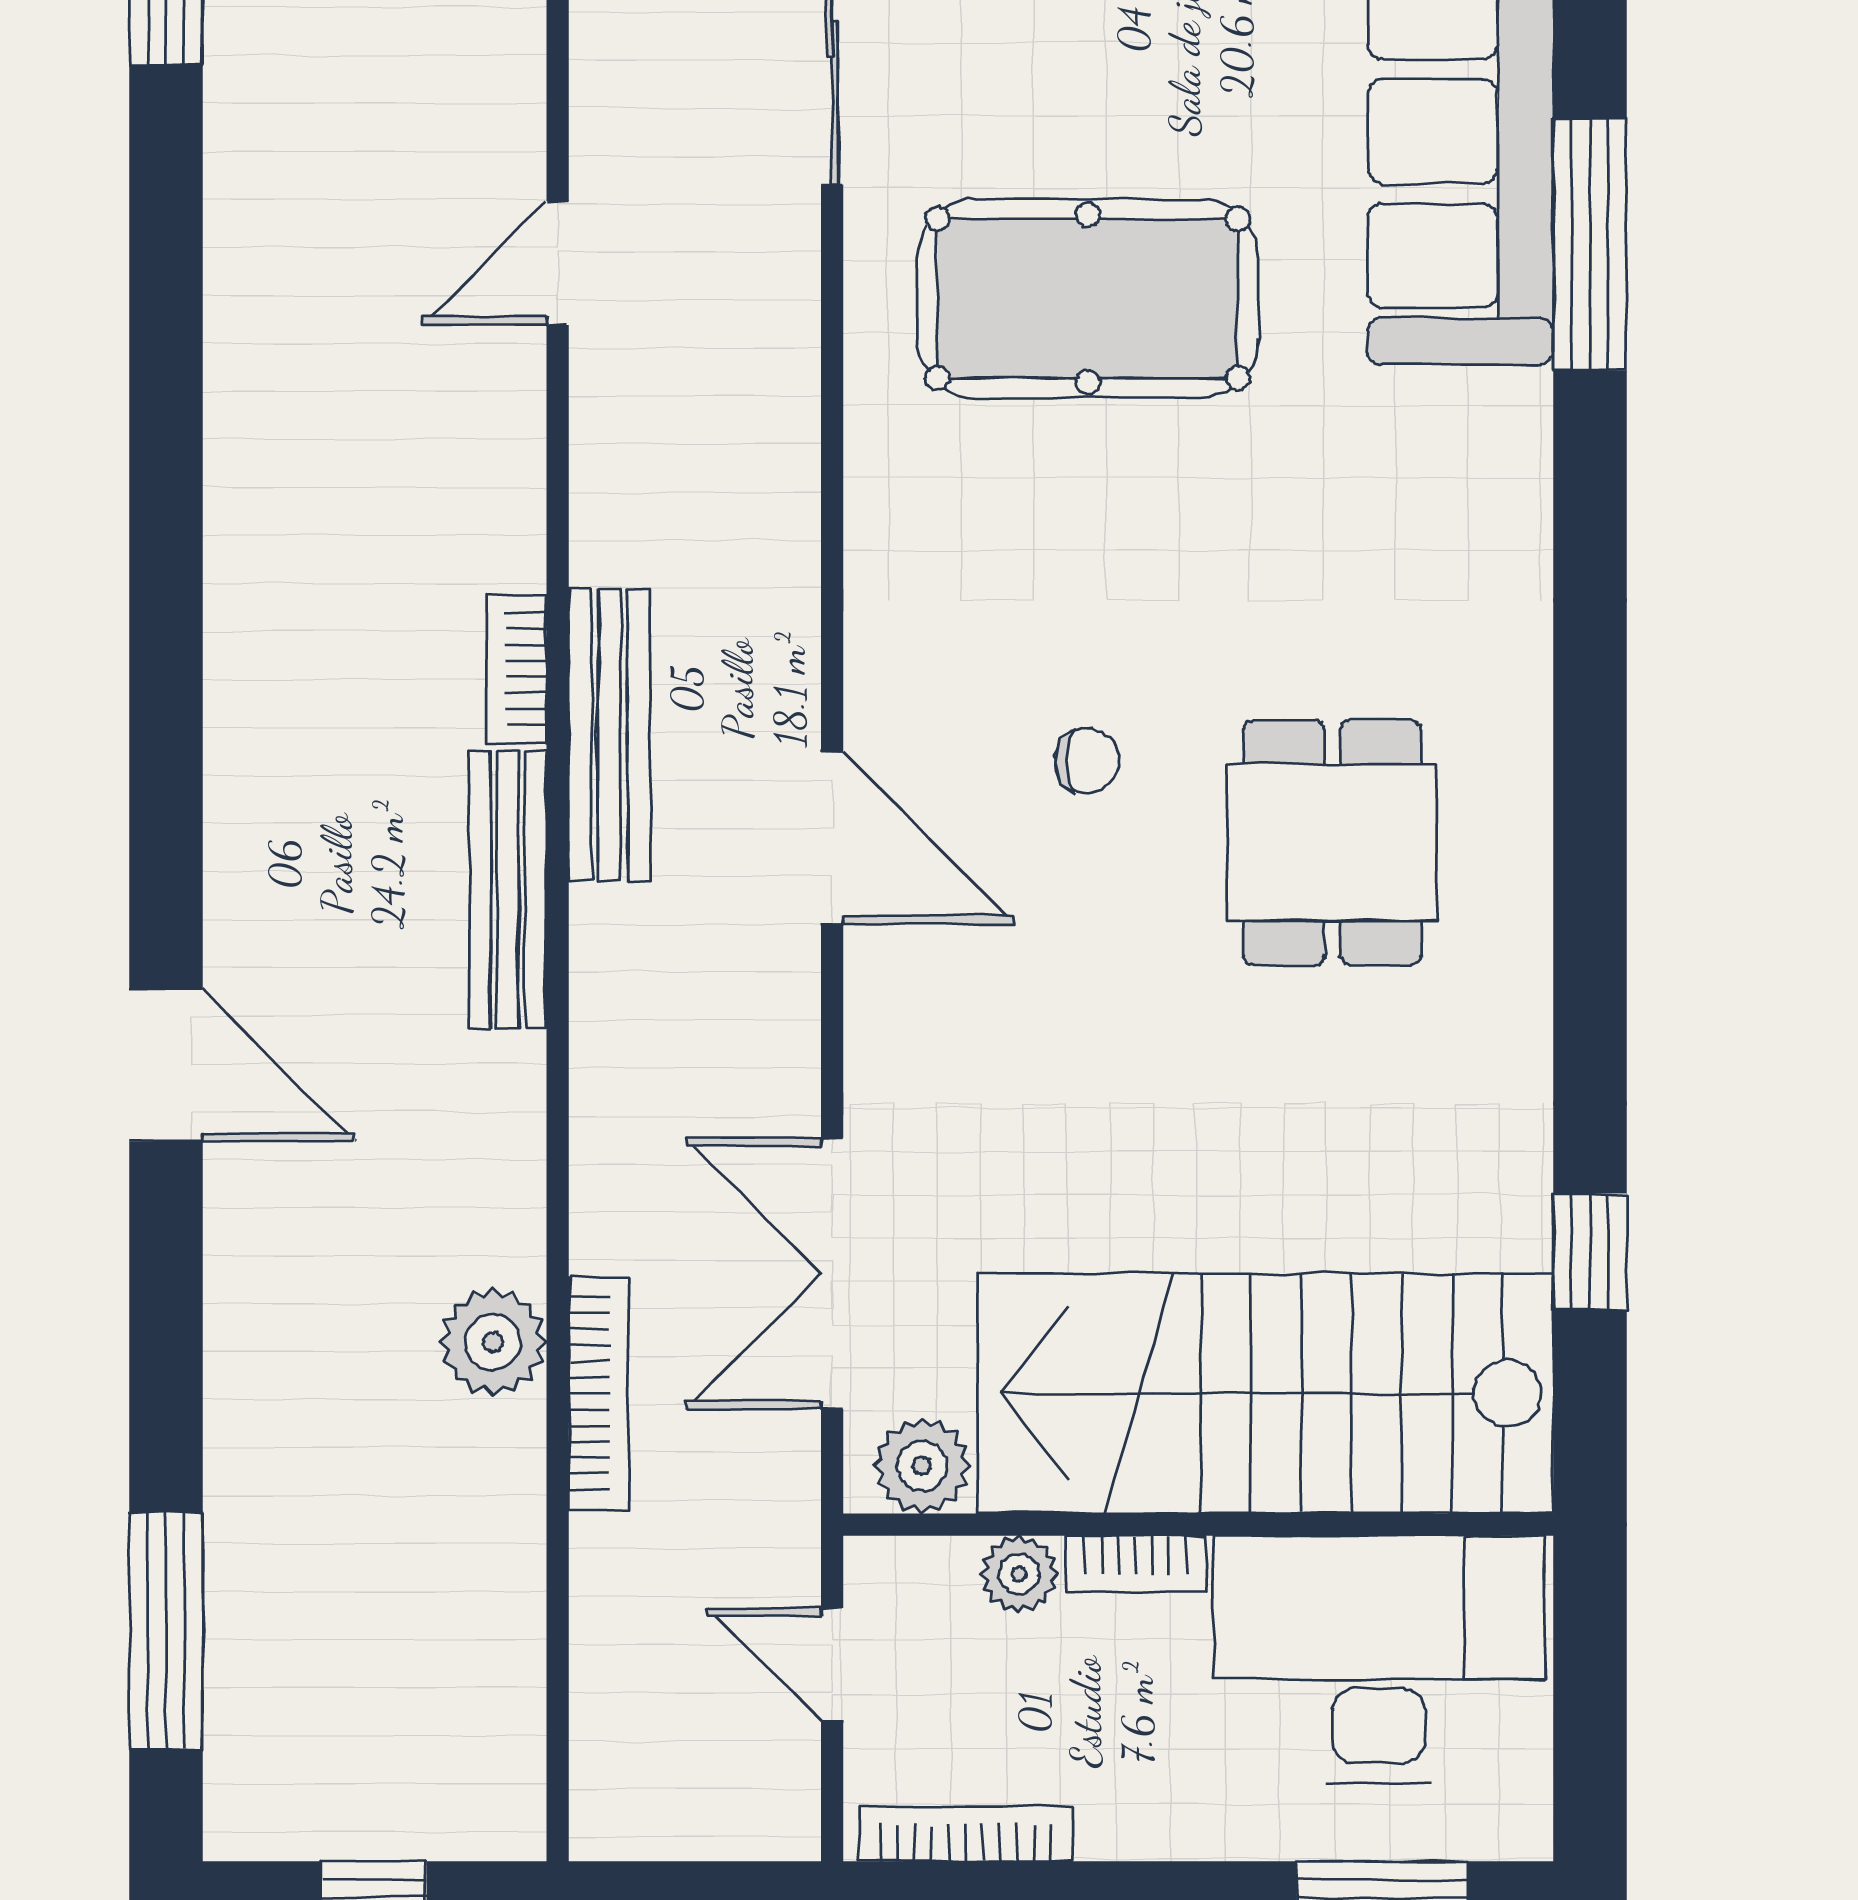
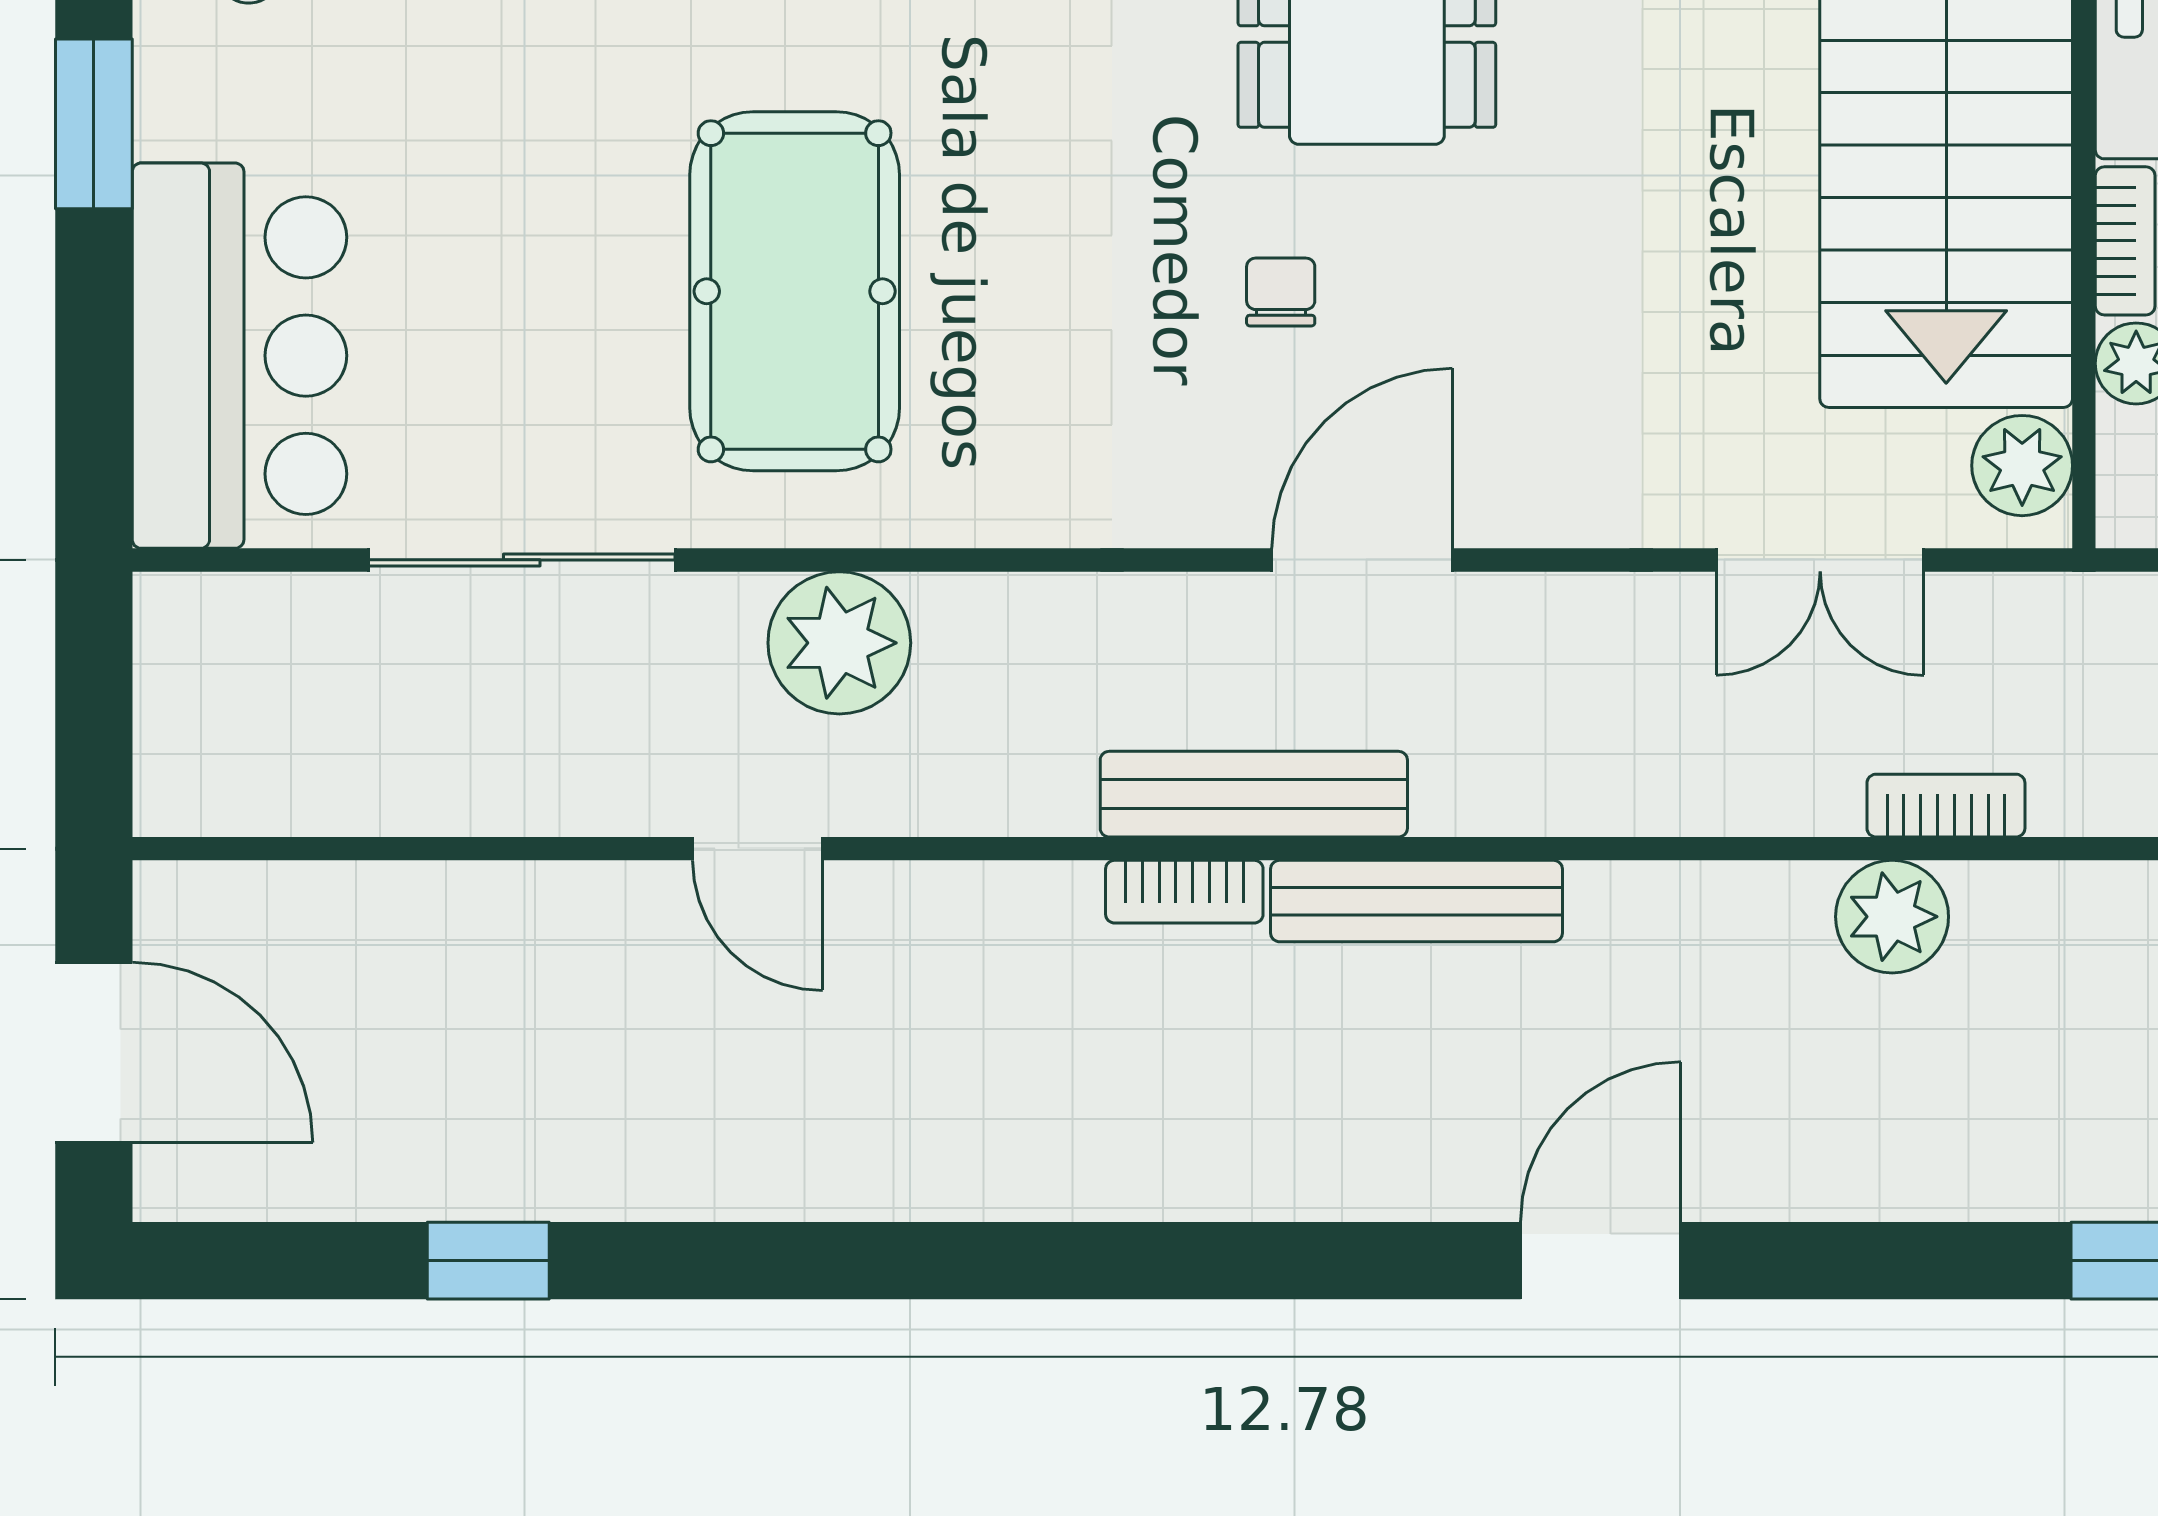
plant: (753, 341) -> (839, 643), added
double door: (832, 1274) -> (1820, 560), width x0.73
bookcase: (599, 1393) -> (1946, 806), width x0.64

